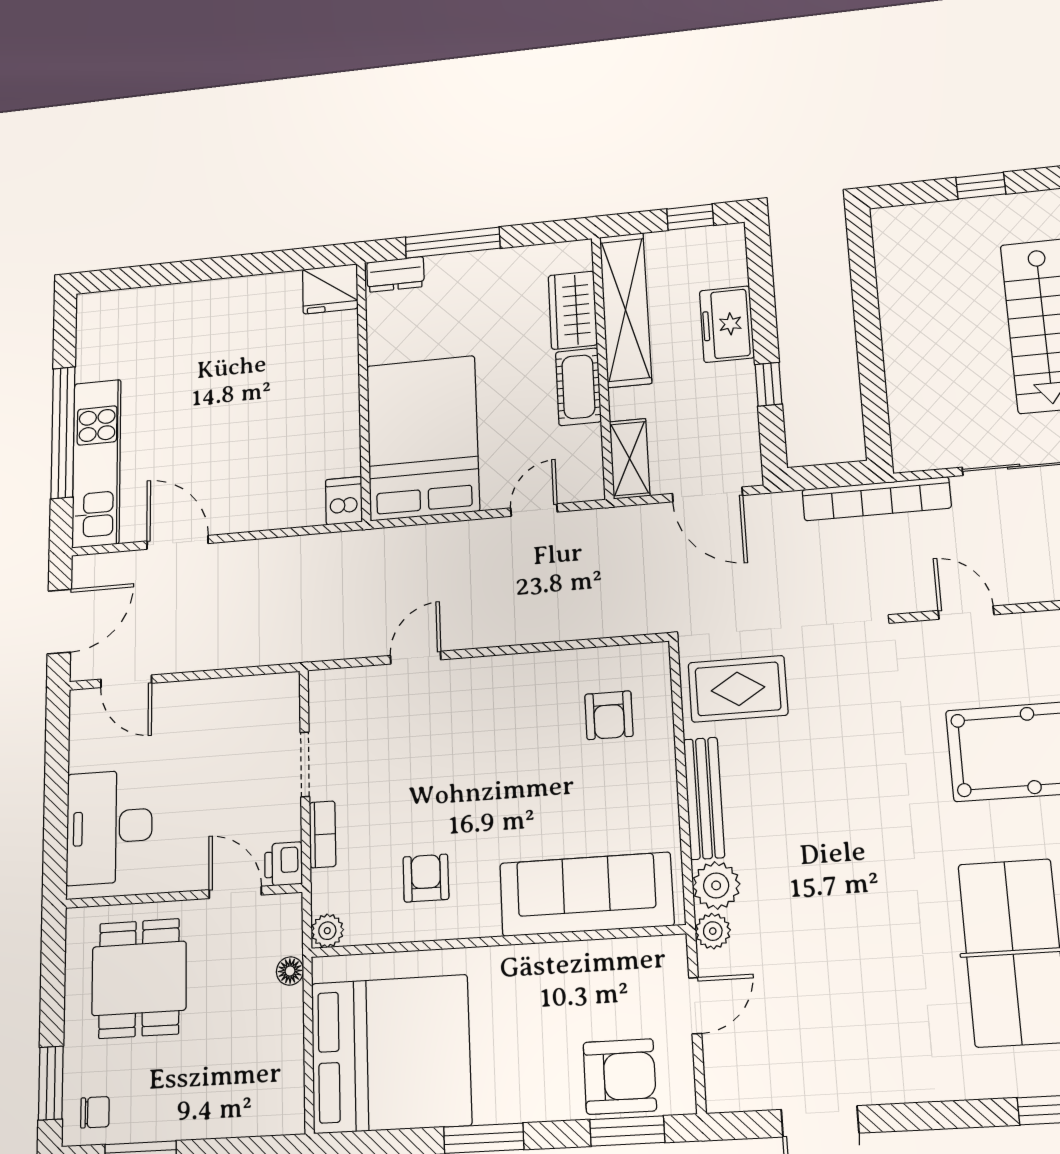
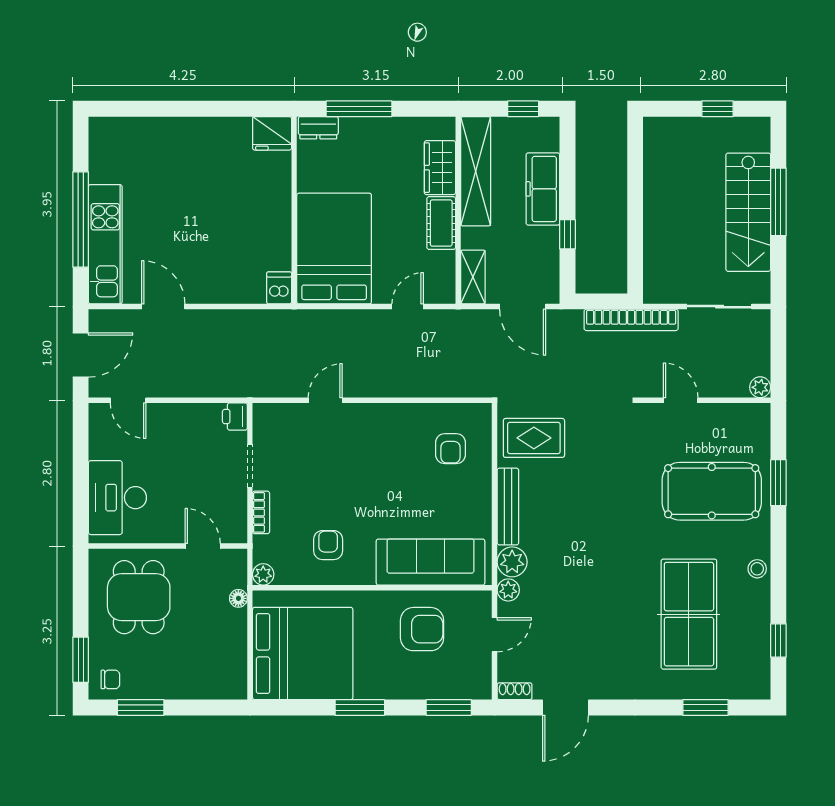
freezer: (727, 324) -> (543, 189), width x1.40
printer: (284, 864) -> (235, 417), moved
armchair: (620, 1076) -> (422, 629), moved
shoe rack: (734, 1098) -> (515, 691), added

